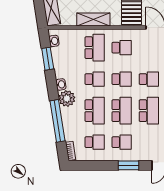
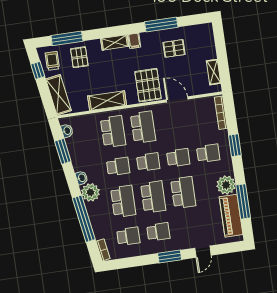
school desk: (122, 48) -> (143, 127), width x1.85

